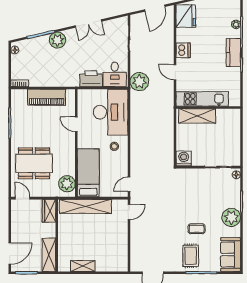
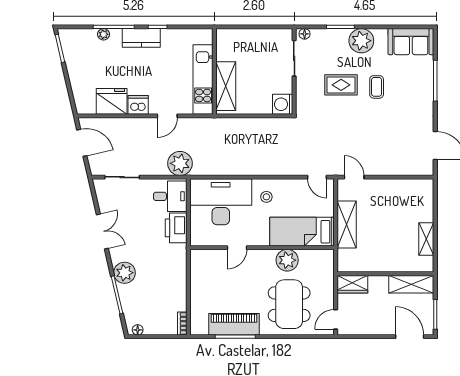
fridge: (186, 16) -> (112, 101), moved
piano: (47, 97) -> (234, 324), moved, turned -90
plant: (67, 184) -> (287, 260), moved
shelving: (85, 206) -> (347, 224), width x0.68
rug: (191, 256) -> (341, 85), moved

